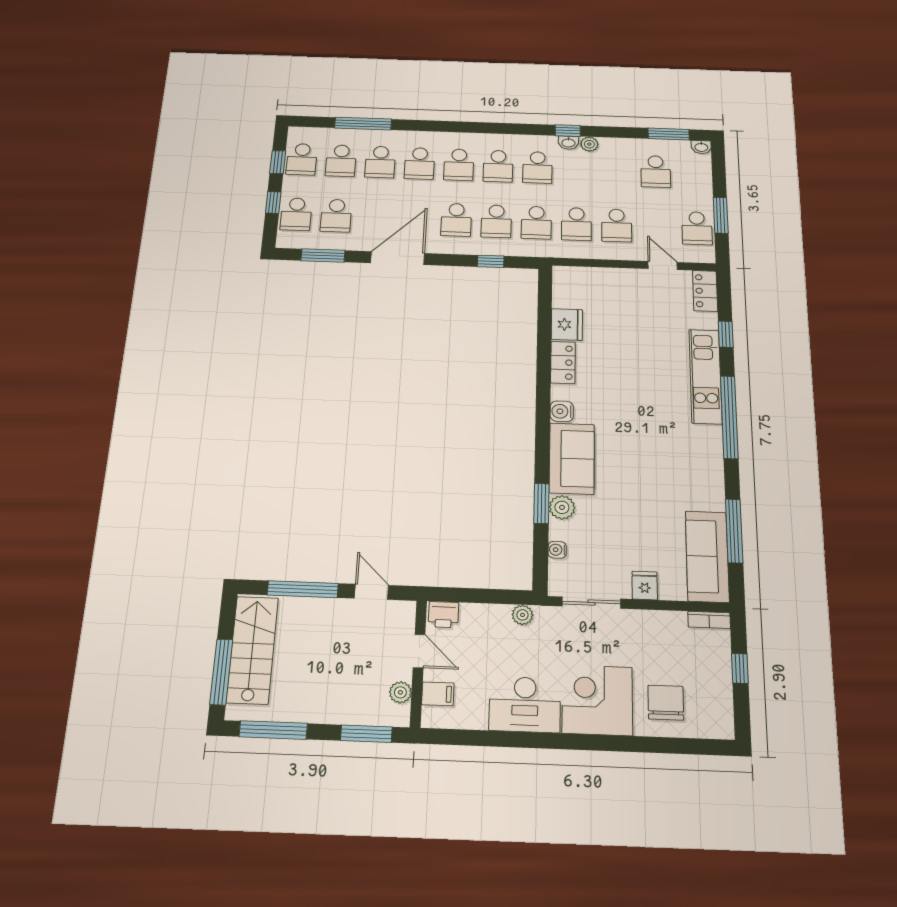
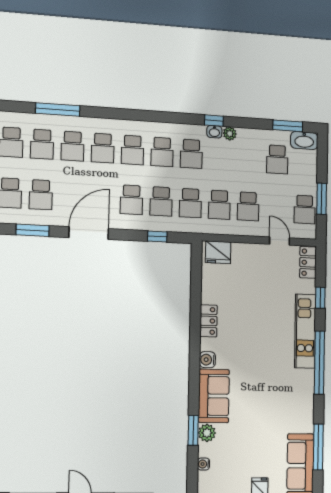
washbasin: (701, 147) -> (304, 140), width x1.91, depth x1.45
fridge: (567, 324) -> (218, 252), moved, turned 90

